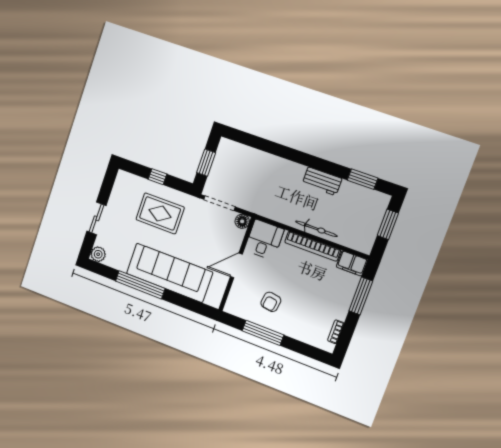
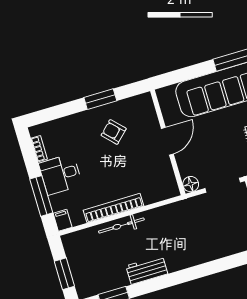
desk: (264, 240) -> (61, 174), moved, turned 90
filing cabinet: (352, 263) -> (63, 220), width x0.50
armchair: (271, 302) -> (114, 132), turned -52
window: (263, 333) -> (100, 99), width x0.69

